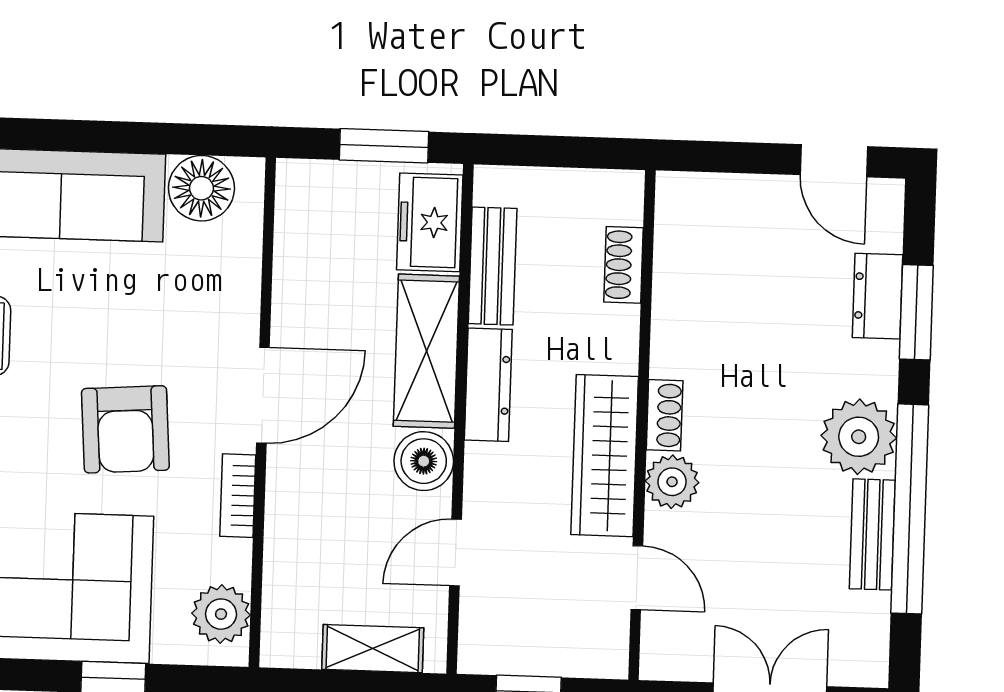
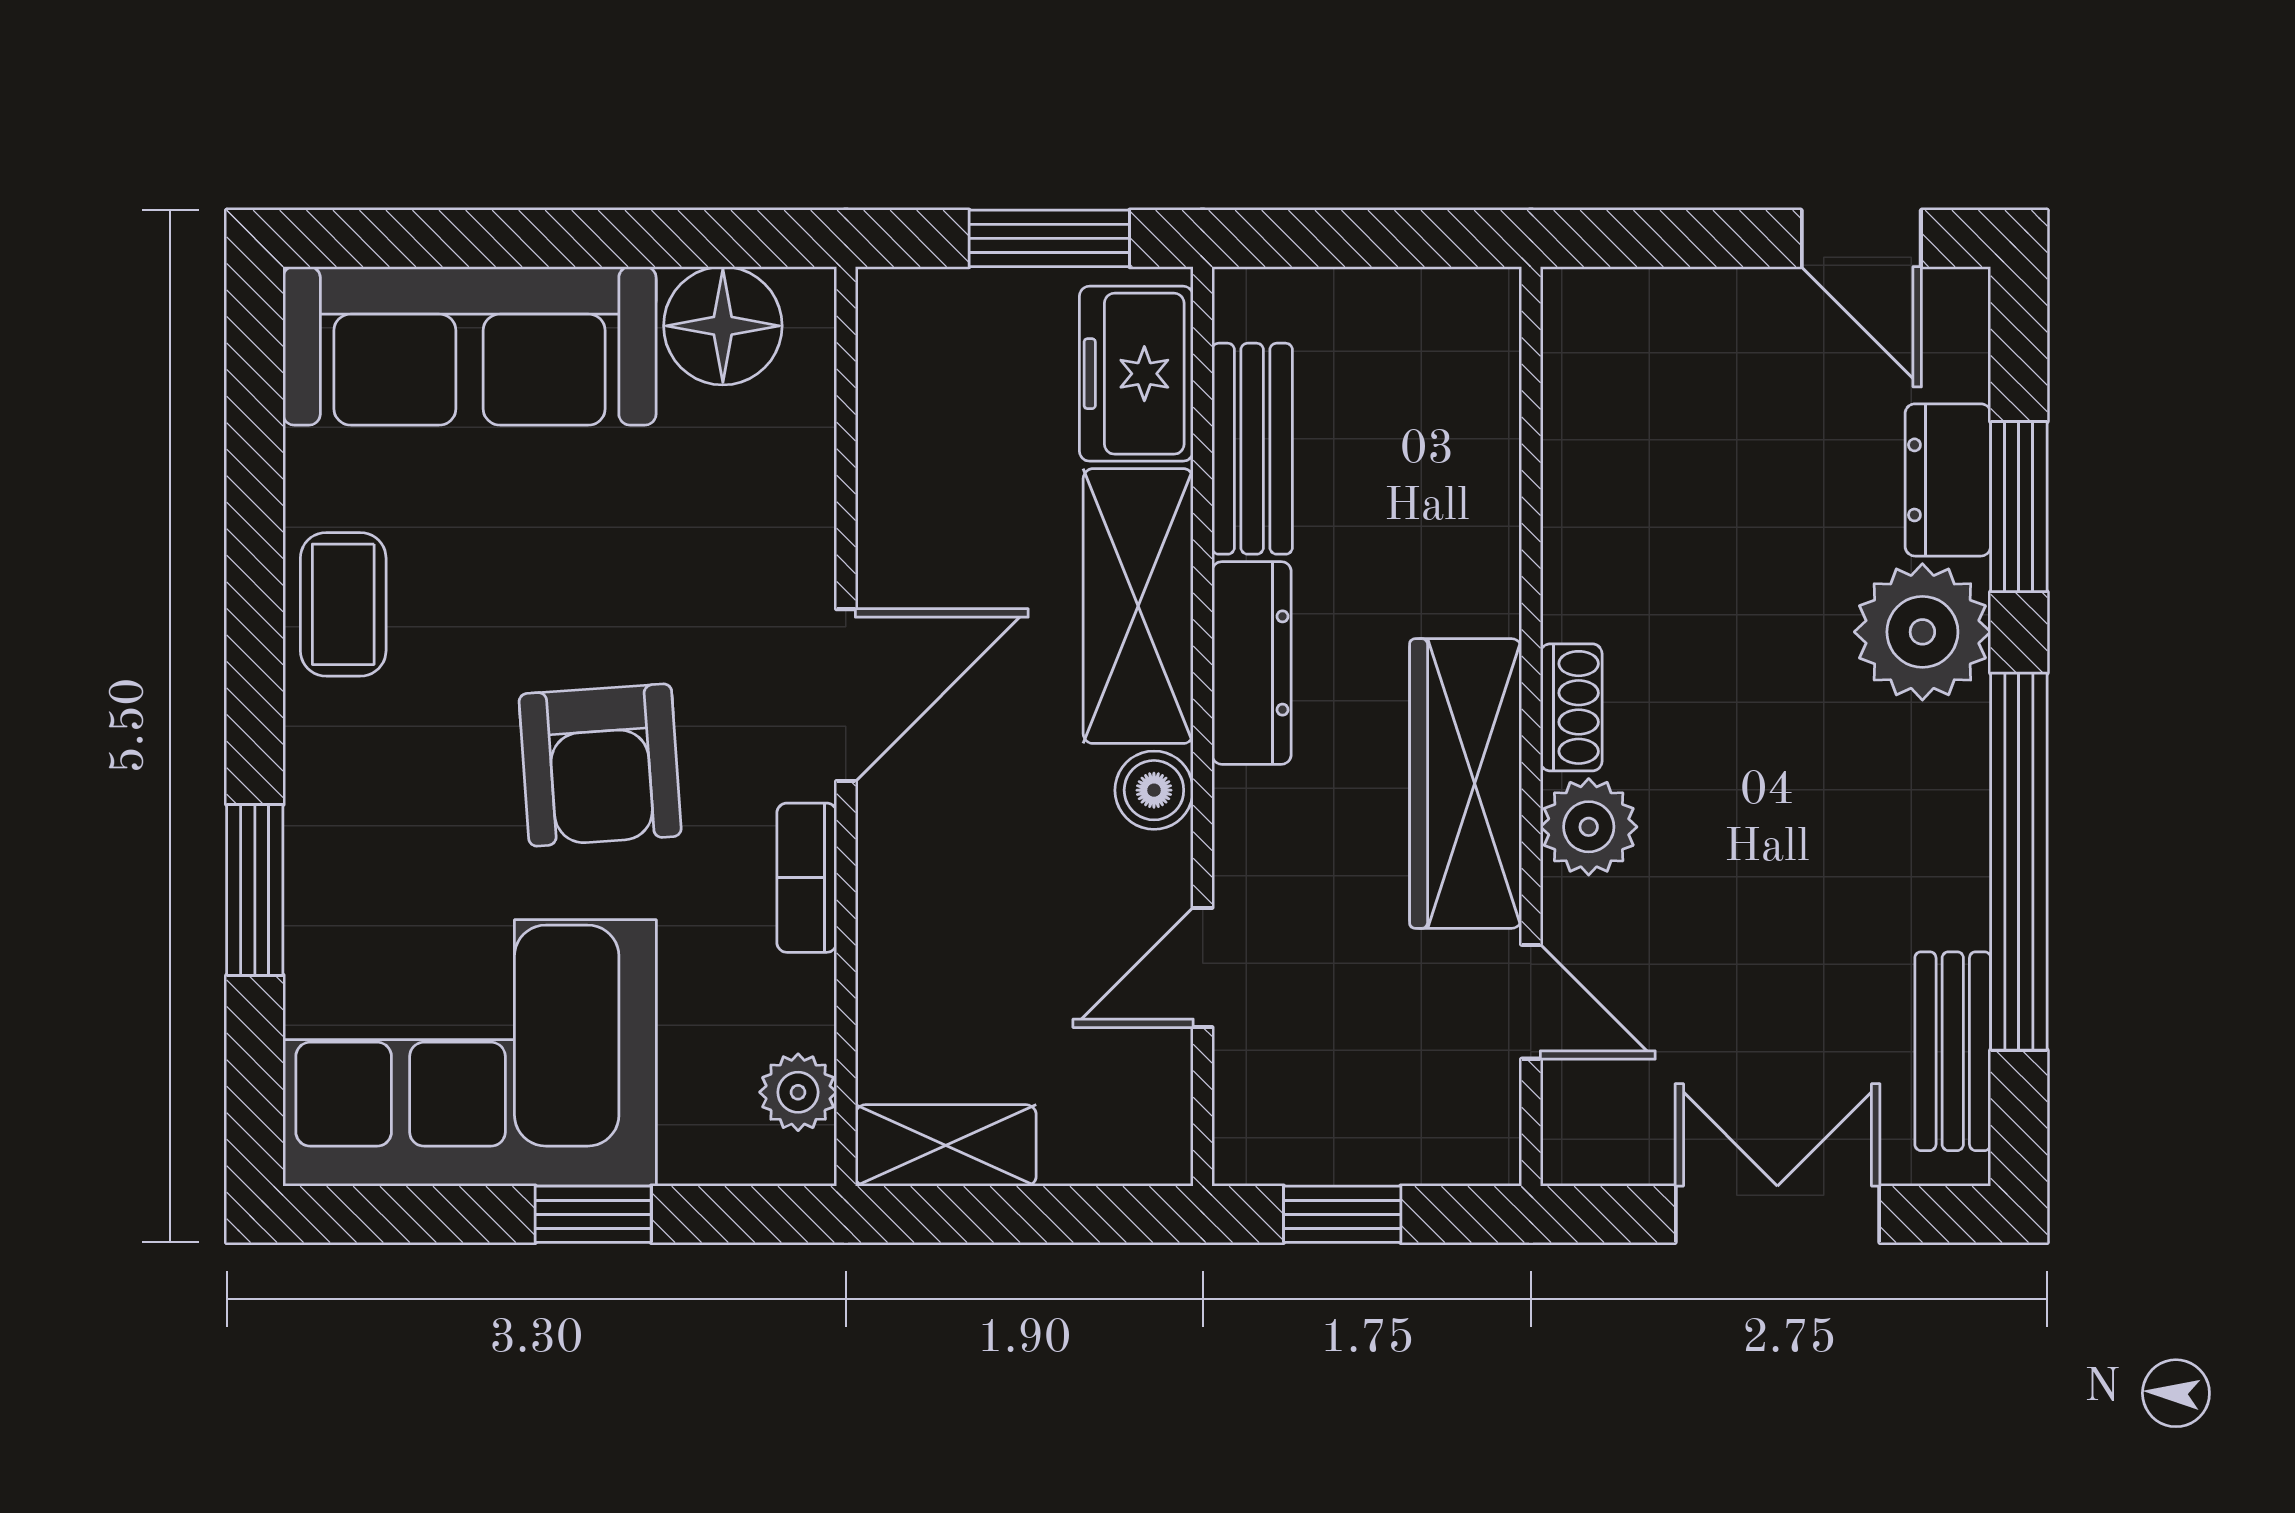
shoe rack: (624, 265) -> (1488, 439), removed
plant: (859, 437) -> (1922, 632), moved
boiler: (424, 461) -> (1154, 790), width x0.73, depth x0.73
bench: (872, 534) -> (1953, 1051), moved
plant: (221, 614) -> (798, 1092), width x0.73, depth x0.73
shelving: (373, 649) -> (946, 1145), moved

